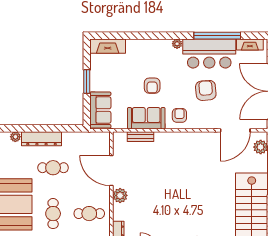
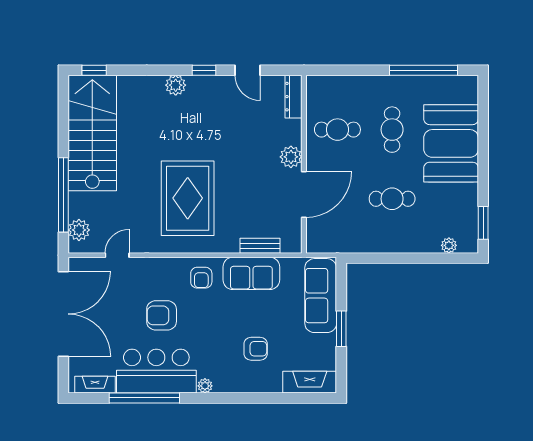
armchair: (152, 86) -> (256, 349), moved, turned 90
armchair: (206, 90) -> (162, 315), turned 95
sofa: (100, 110) -> (321, 296), width x1.36
door: (235, 130) -> (117, 255), width x0.53
dresser: (42, 139) -> (409, 243), removed
rug: (188, 168) -> (188, 198), added
door: (111, 170) -> (304, 195), hinge flipped

